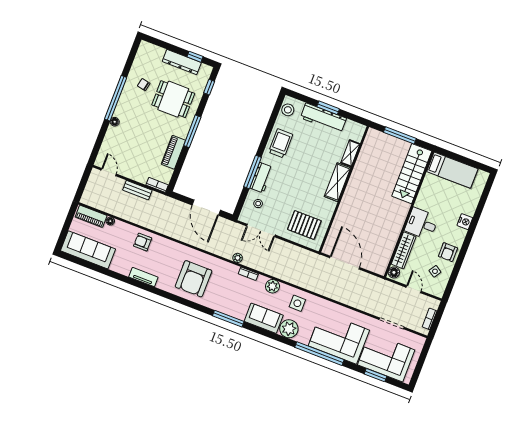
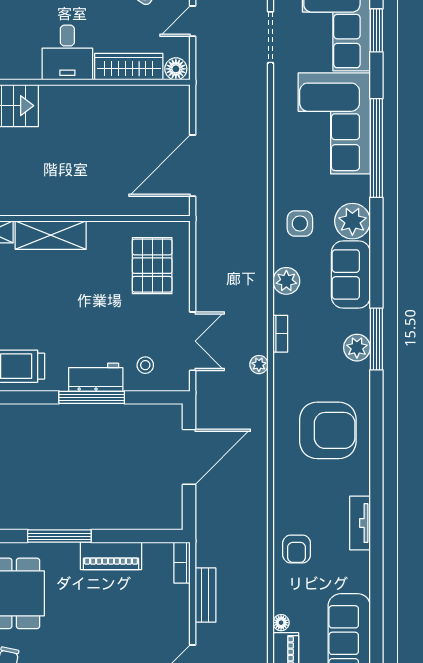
plant: (228, 308) -> (357, 348), added

